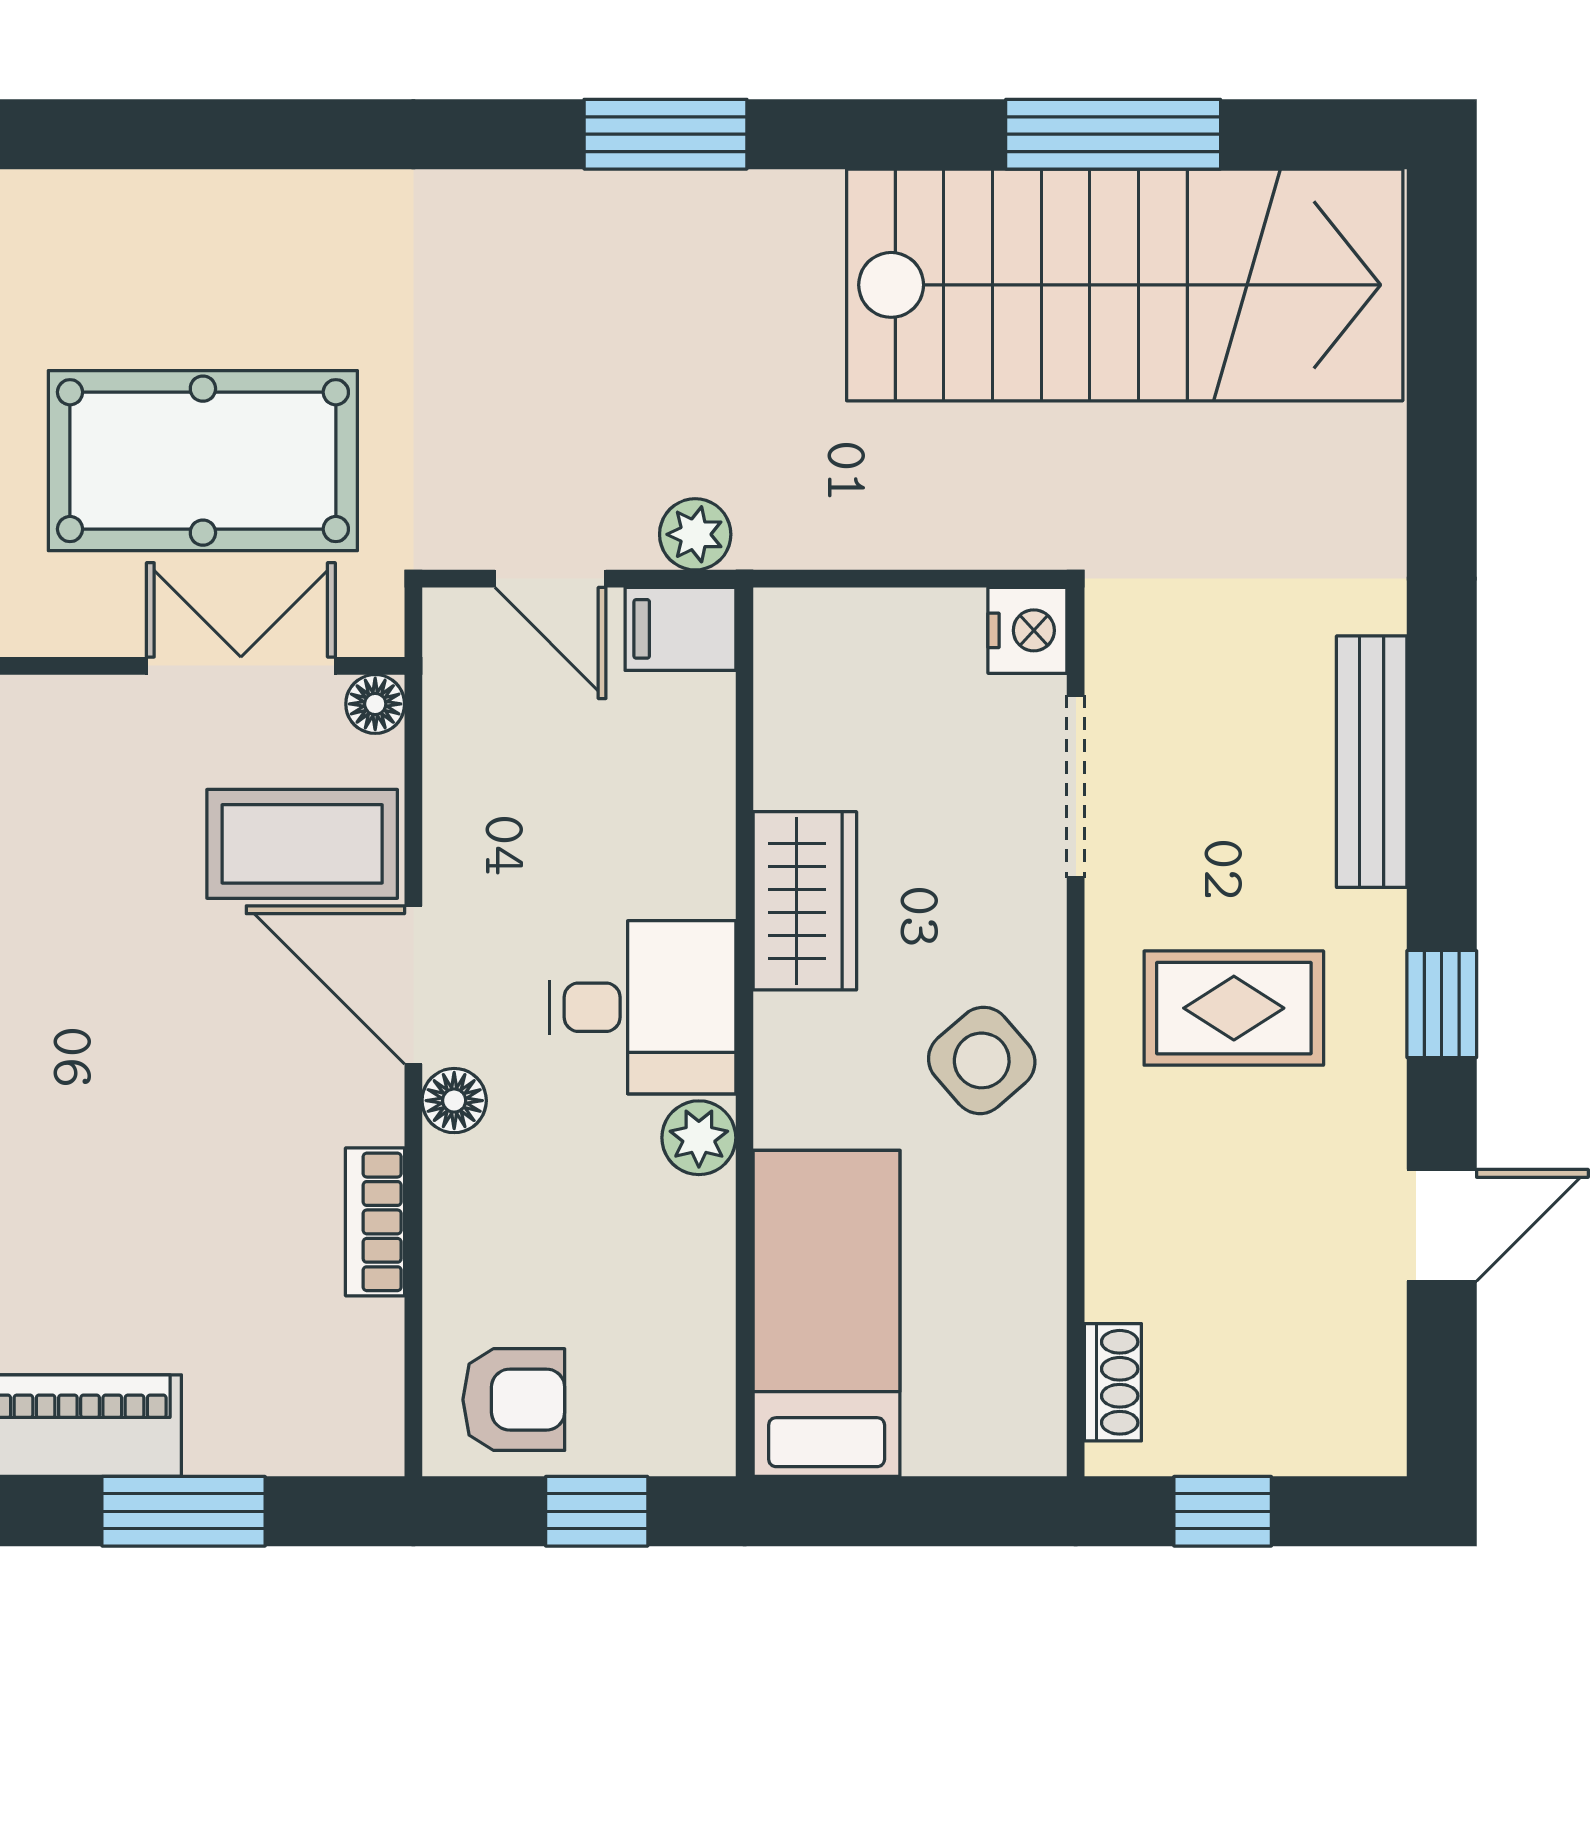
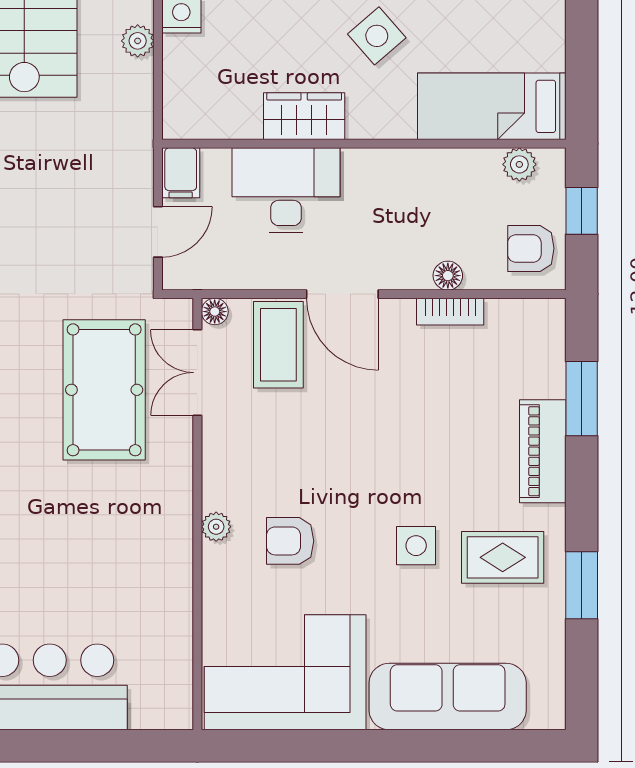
plant: (695, 534) -> (138, 41), moved
door: (413, 985) -> (342, 294), hinge flipped
desk: (642, 1007) -> (286, 190), moved, width x1.37
floor lamp: (454, 1101) -> (448, 276), moved
plant: (699, 1138) -> (519, 164), moved
armchair: (514, 1400) -> (531, 248), turned -90

